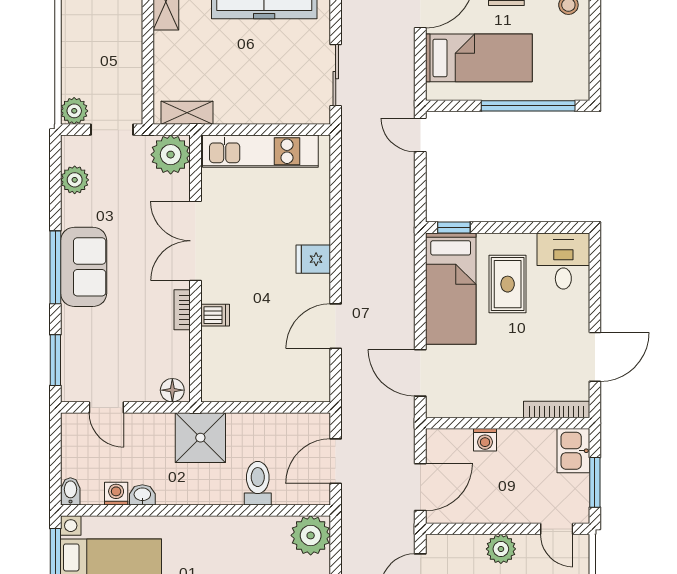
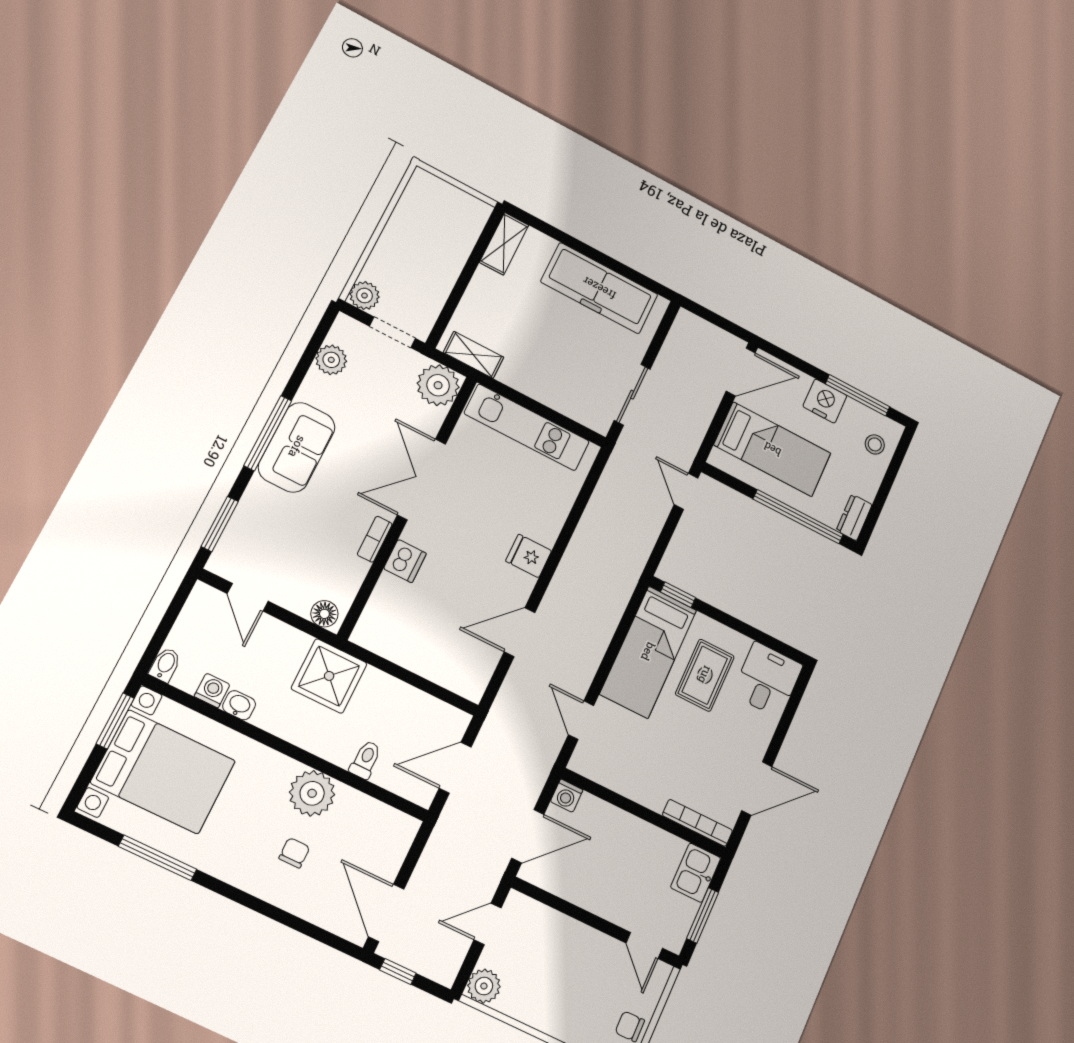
dresser: (578, 80) -> (854, 517), added
dishwasher: (215, 315) -> (405, 561), width x1.38
door: (420, 373) -> (581, 720), width x0.73
washing machine: (485, 440) -> (567, 796), moved
toilet: (258, 483) -> (365, 760), width x0.73, depth x0.72
plant: (311, 535) -> (312, 793), moved
plant: (501, 549) -> (580, 940), removed

